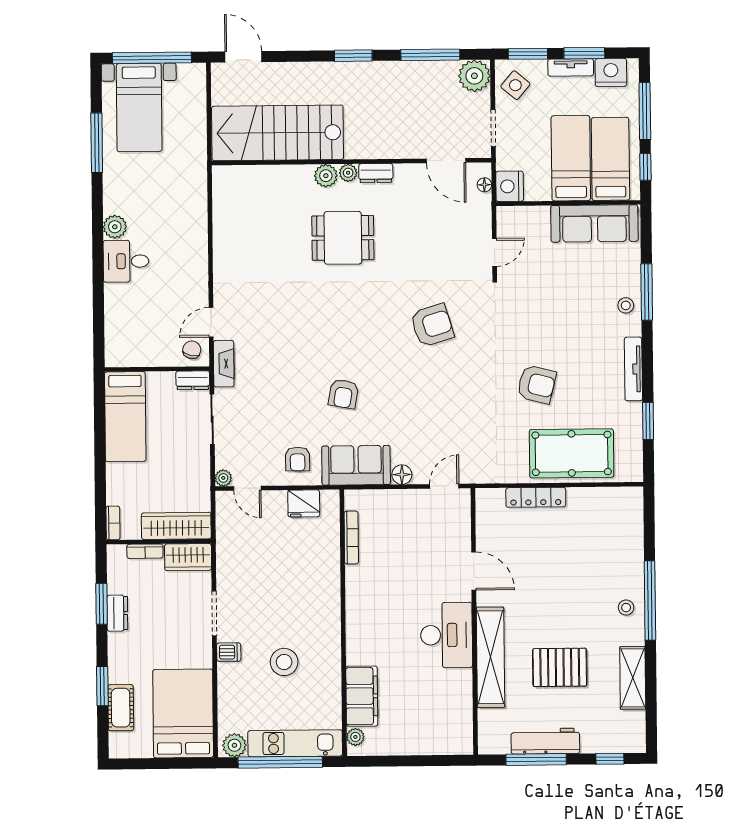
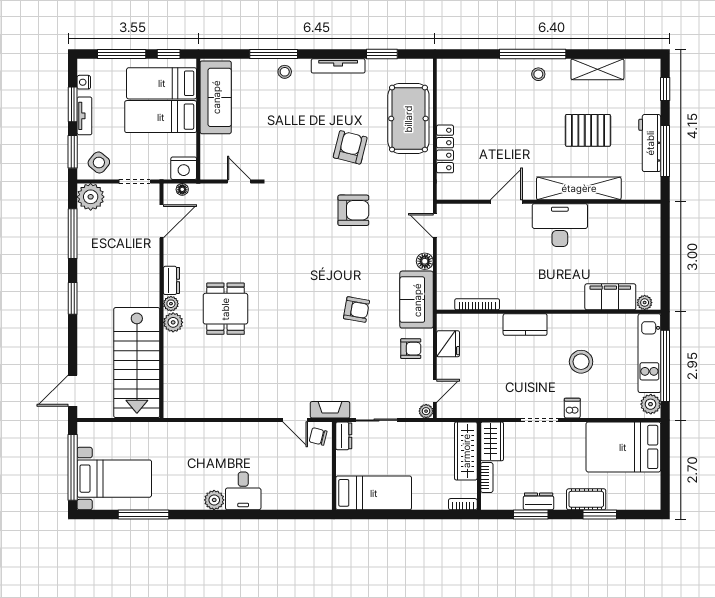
nightstand: (611, 72) -> (84, 82), width x0.53, depth x0.56
armchair: (432, 325) -> (353, 210), moved, turned 107
kitchen counter: (328, 595) -> (525, 325), added
pallet: (560, 667) -> (588, 130), turned 90
cot: (121, 708) -> (586, 499), moved

